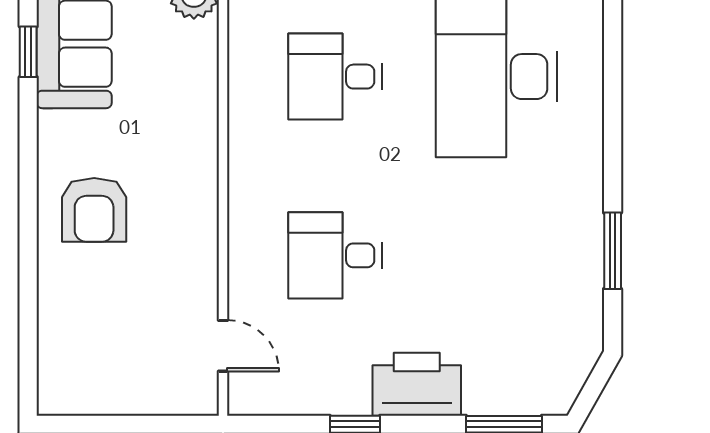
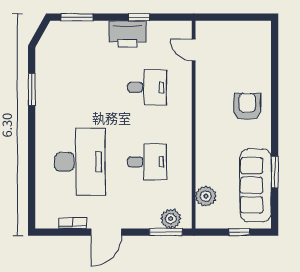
window: (28, 52) -> (275, 172), width x1.50
printer: (417, 384) -> (127, 34), moved

